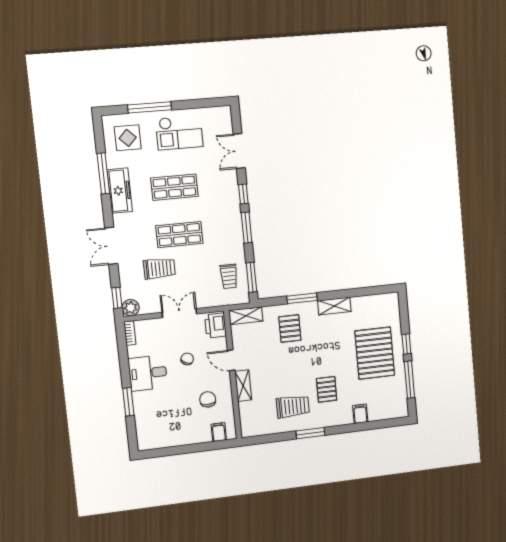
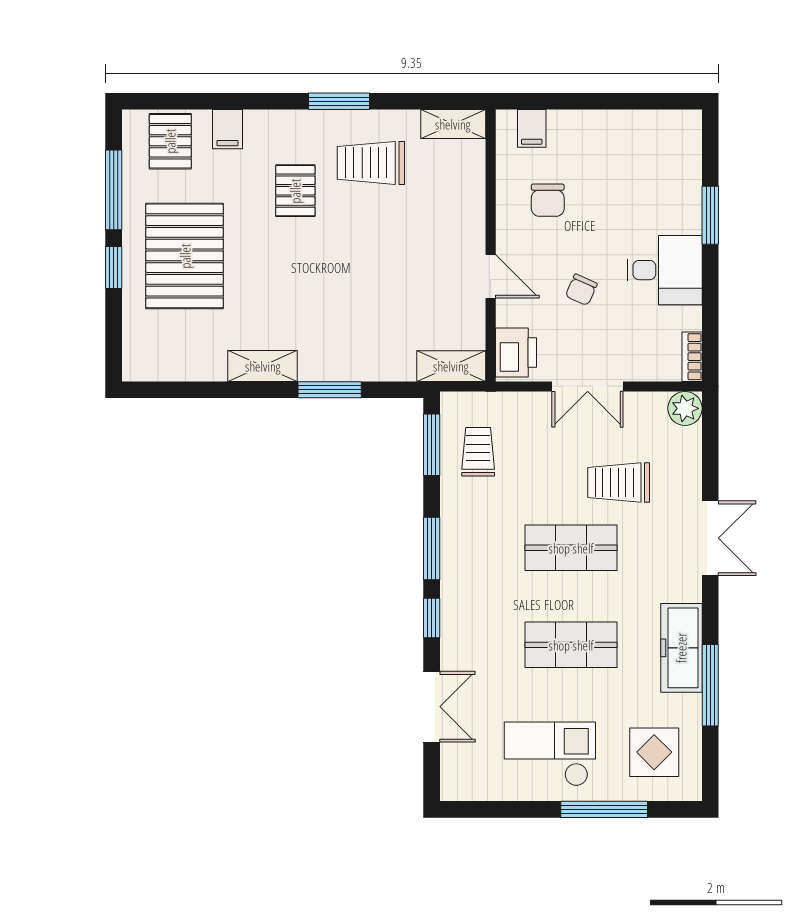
window: (117, 298) -> (710, 432), removed
pallet: (290, 329) -> (170, 141), moved
shelving: (243, 386) -> (453, 124), moved, turned 90

